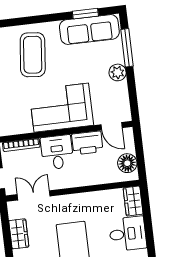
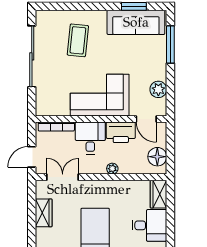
coffee table: (33, 55) -> (78, 40), width x0.73, depth x0.76
plant: (118, 72) -> (158, 89), moved
plant: (83, 181) -> (112, 169), added

